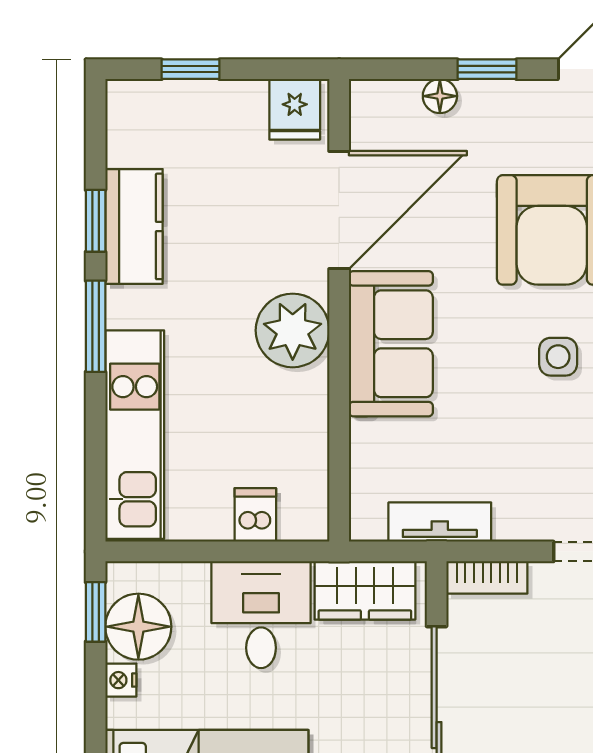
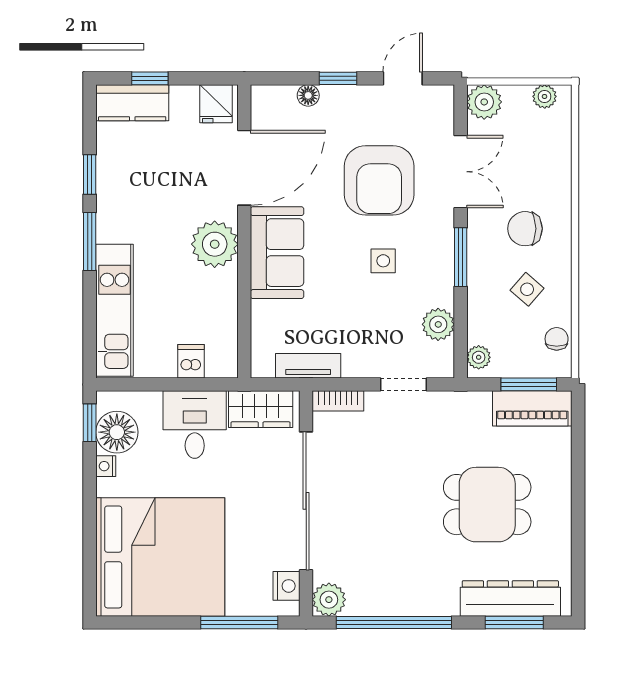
kitchen counter: (134, 226) -> (132, 103), moved, turned 90

